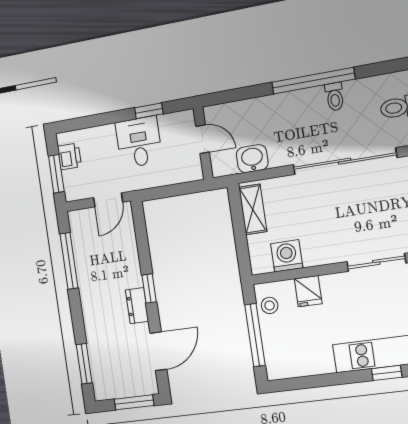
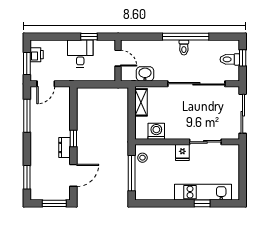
toilet: (335, 97) -> (184, 47), moved
door: (108, 200) -> (46, 84), moved
fridge: (308, 291) -> (182, 153), moved

